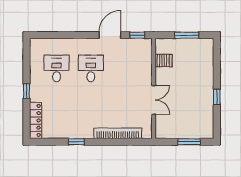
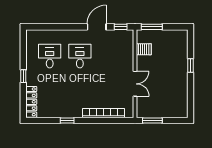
window: (187, 35) -> (152, 27), moved
window: (217, 97) -> (190, 65), moved
window: (189, 142) -> (152, 121), moved

